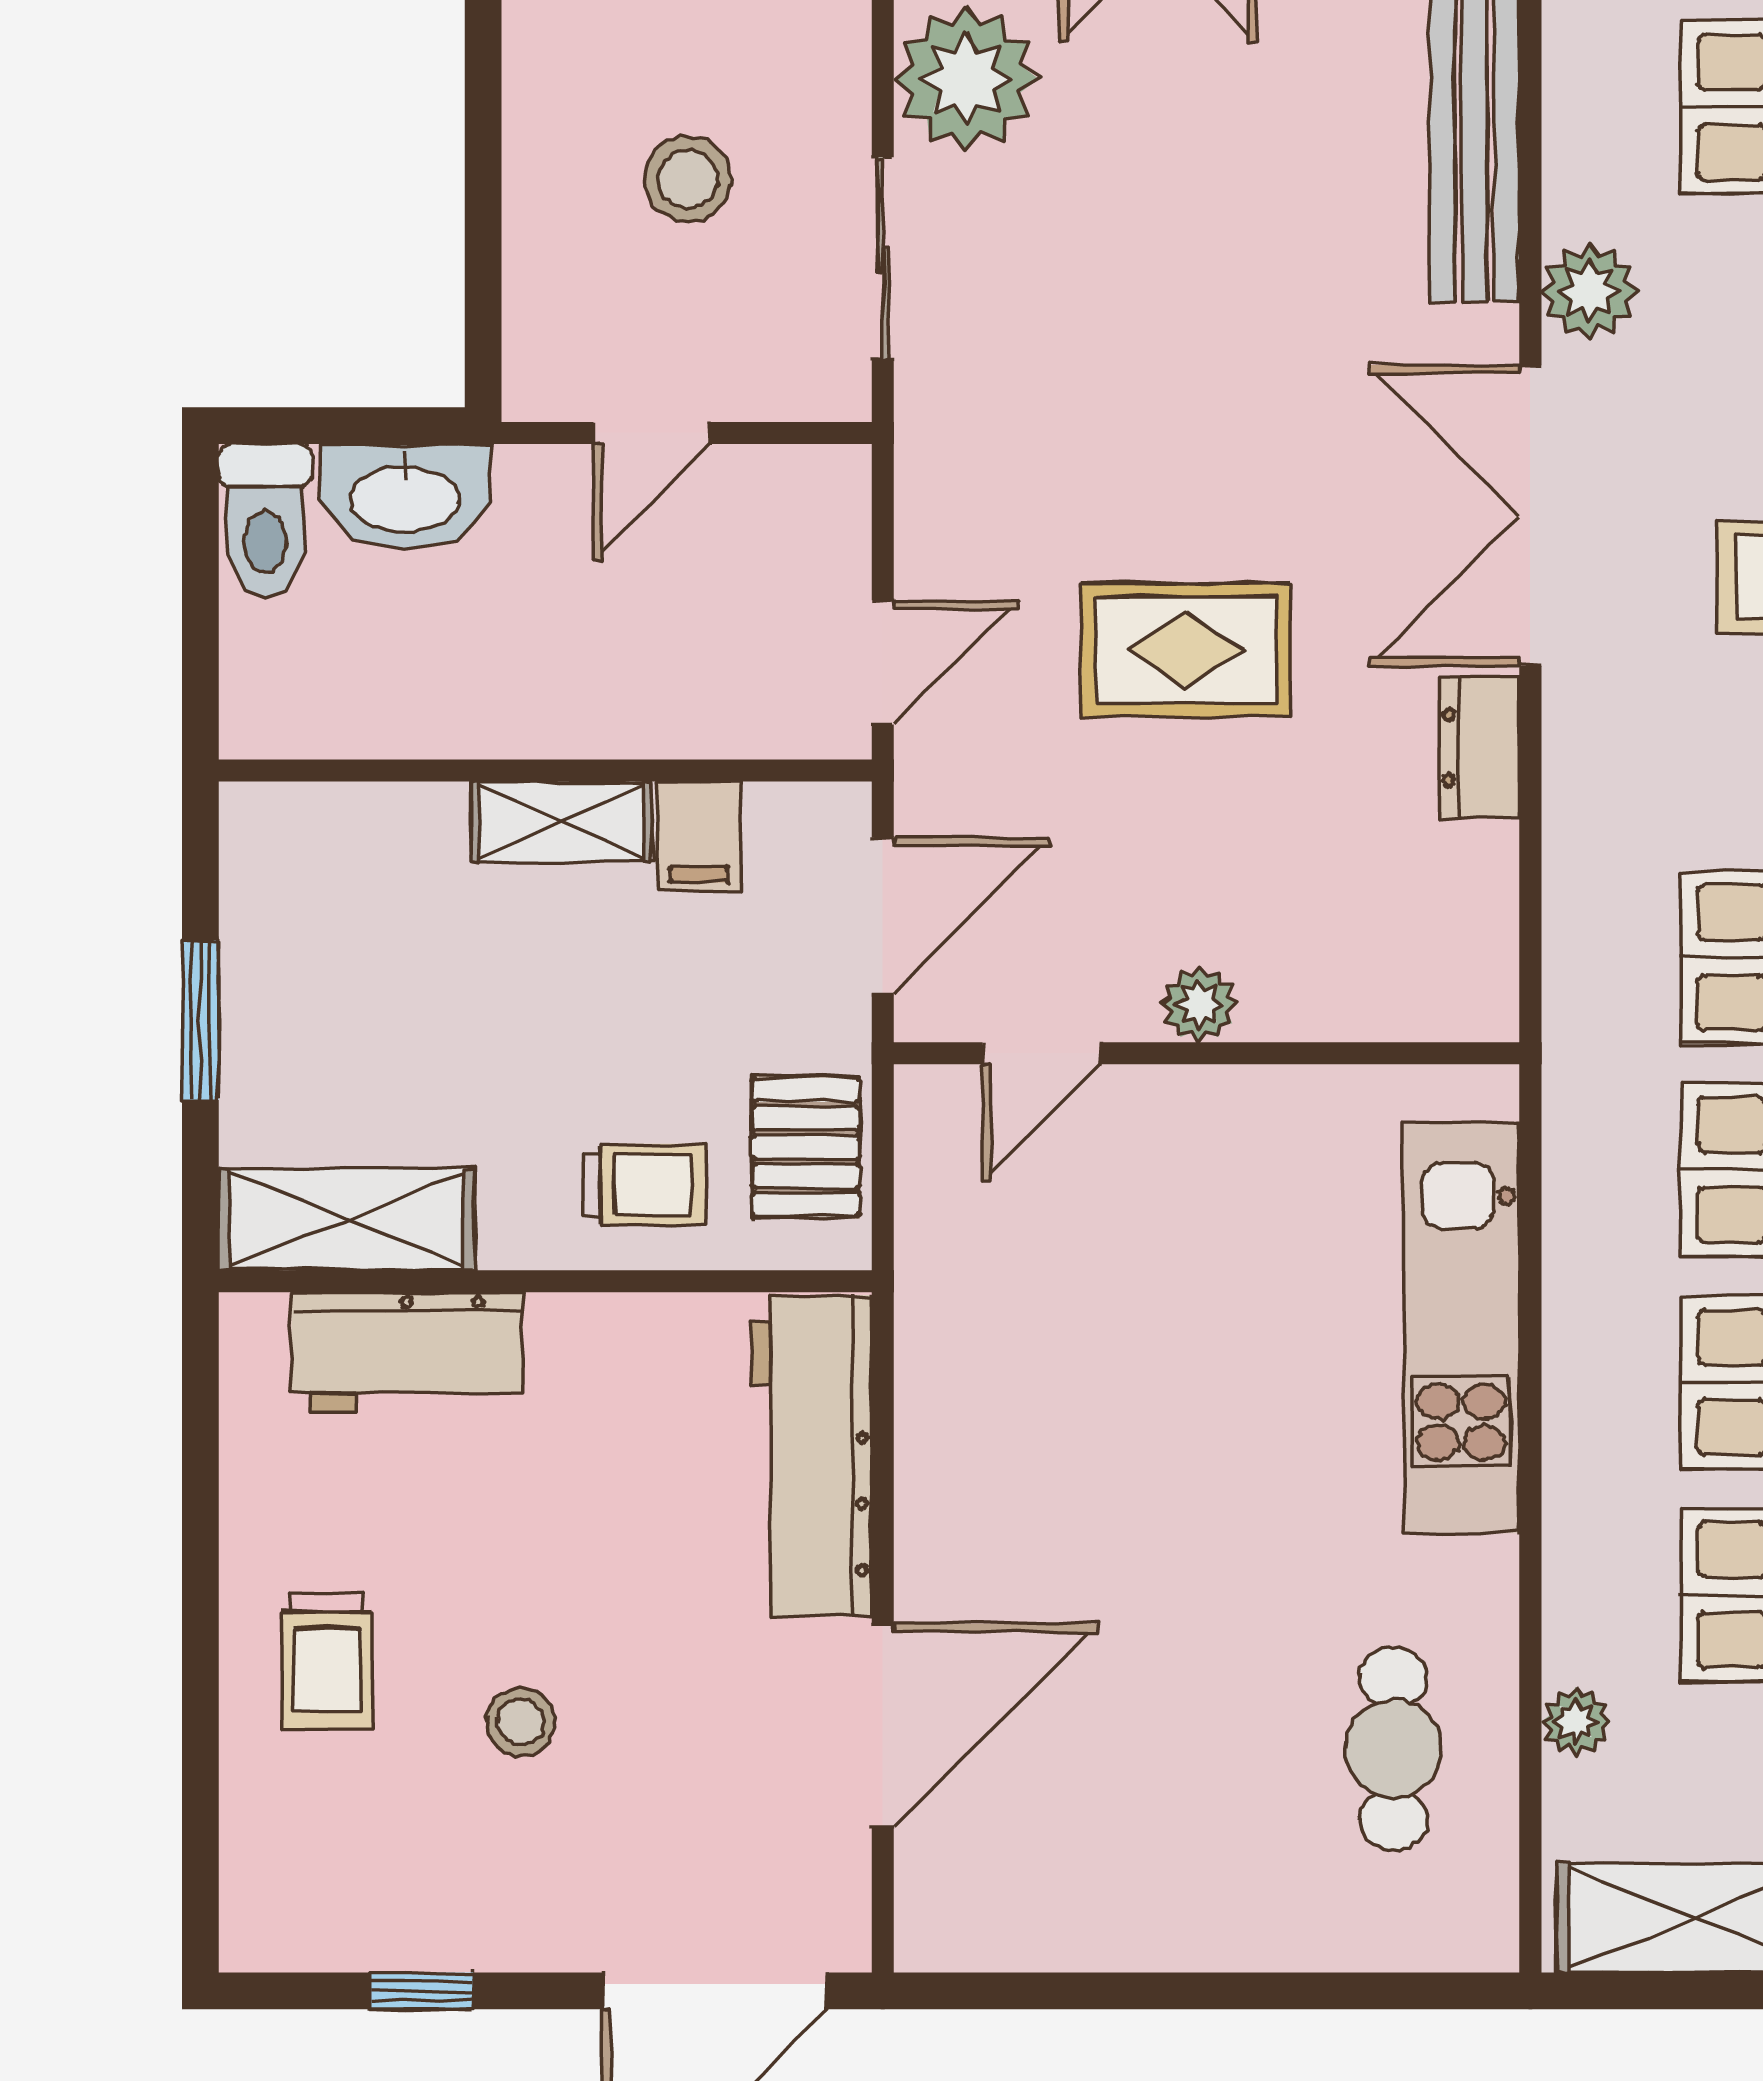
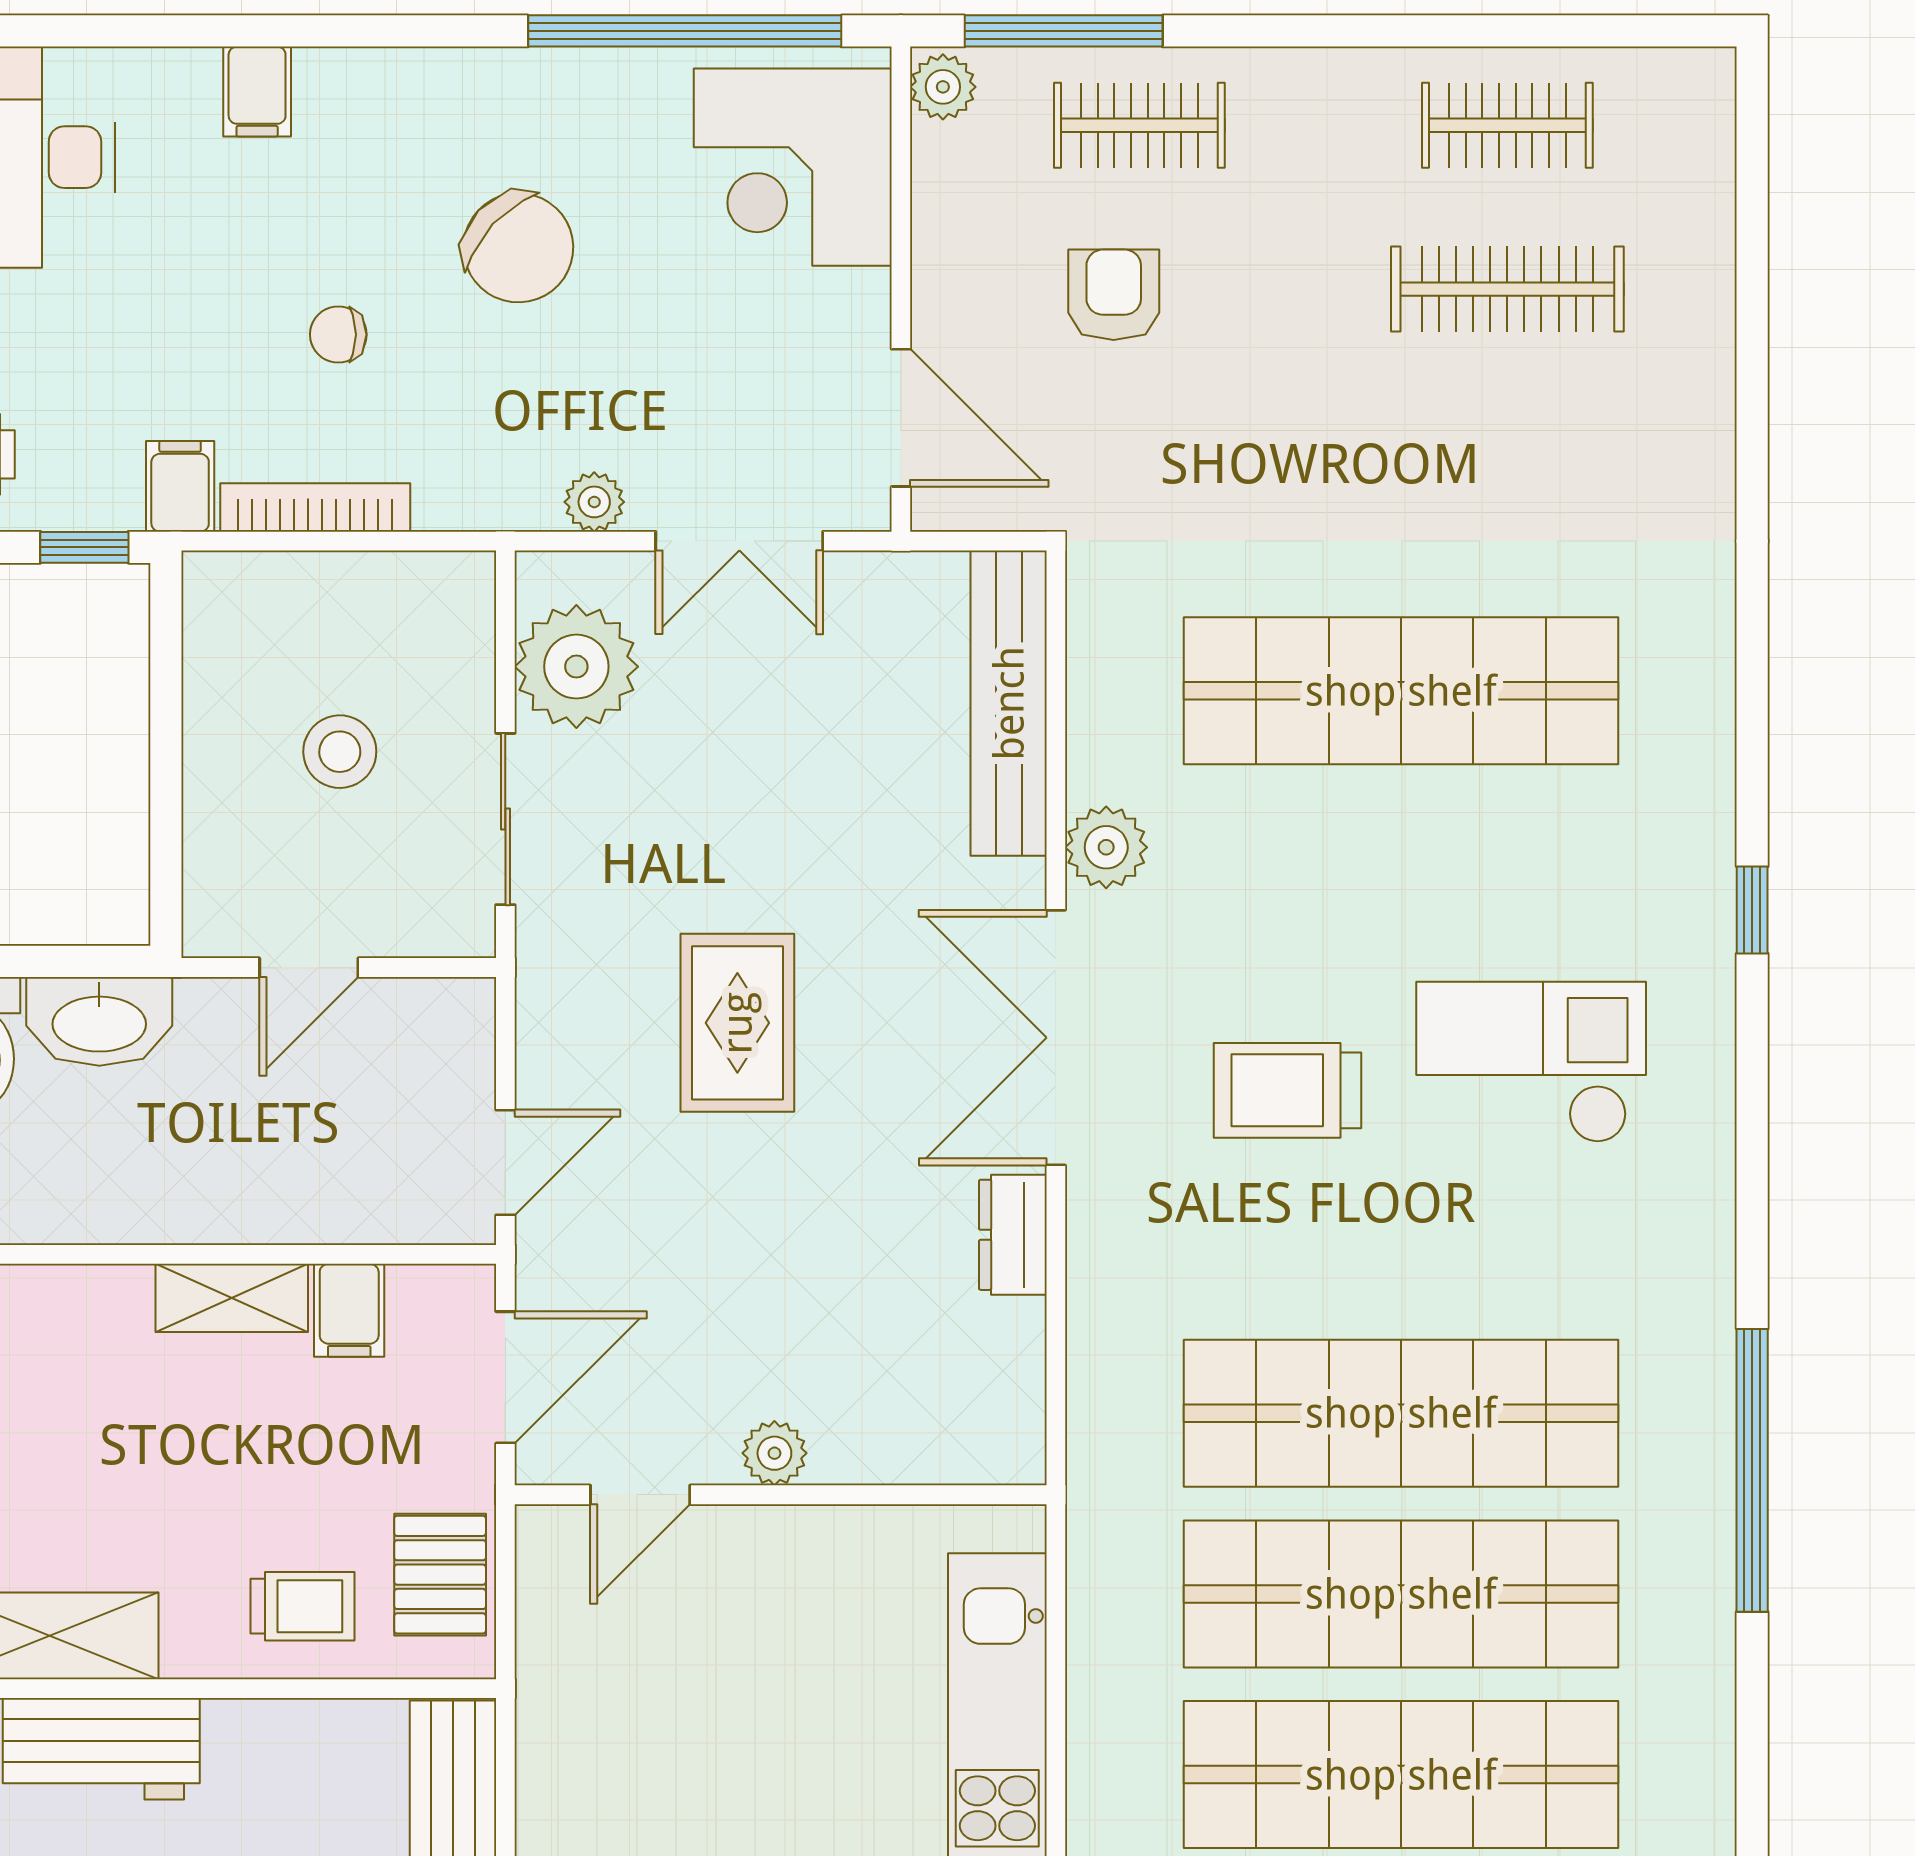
rug: (1186, 650) -> (737, 1023), moved, turned 90

